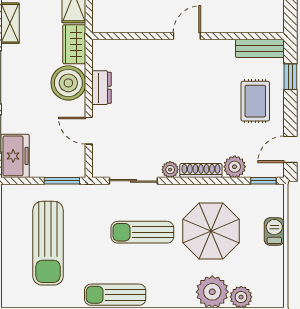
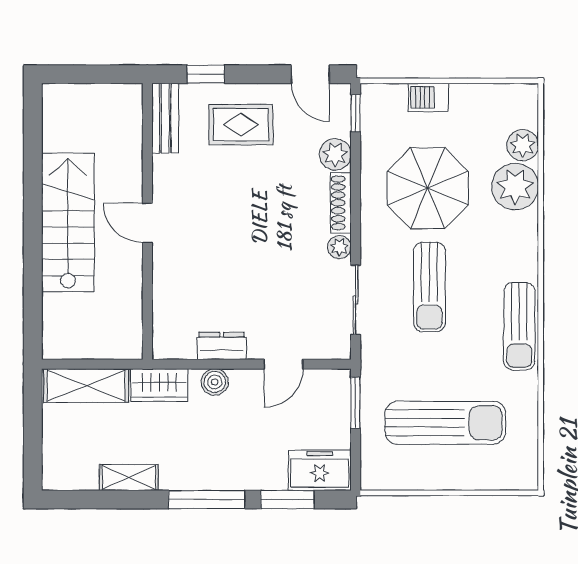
boiler: (68, 83) -> (215, 382), width x0.54, depth x0.54

